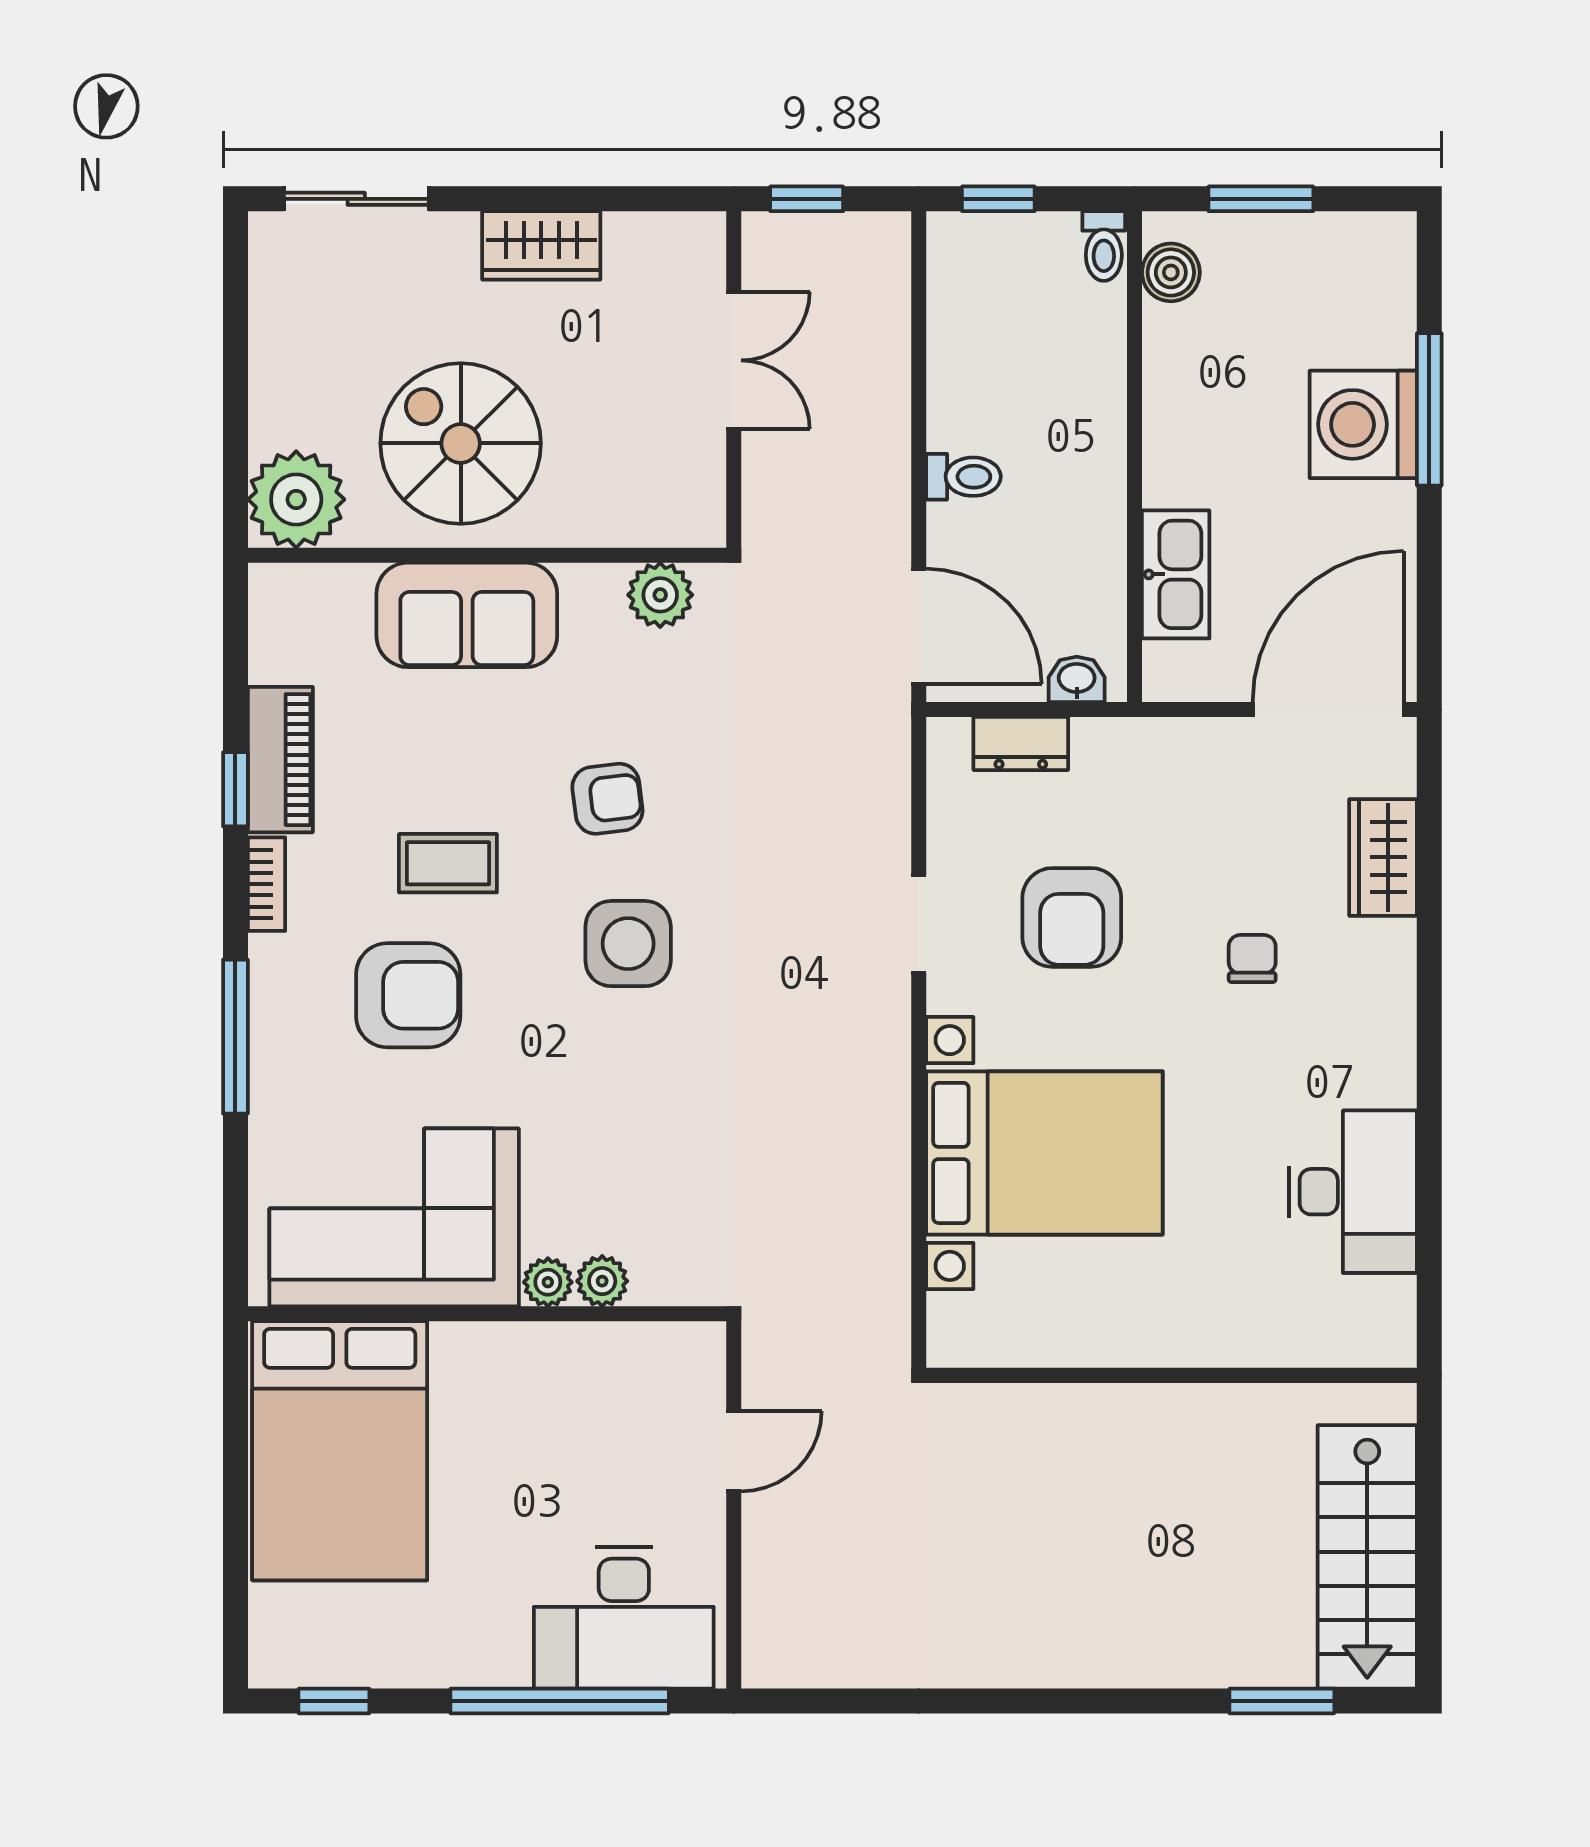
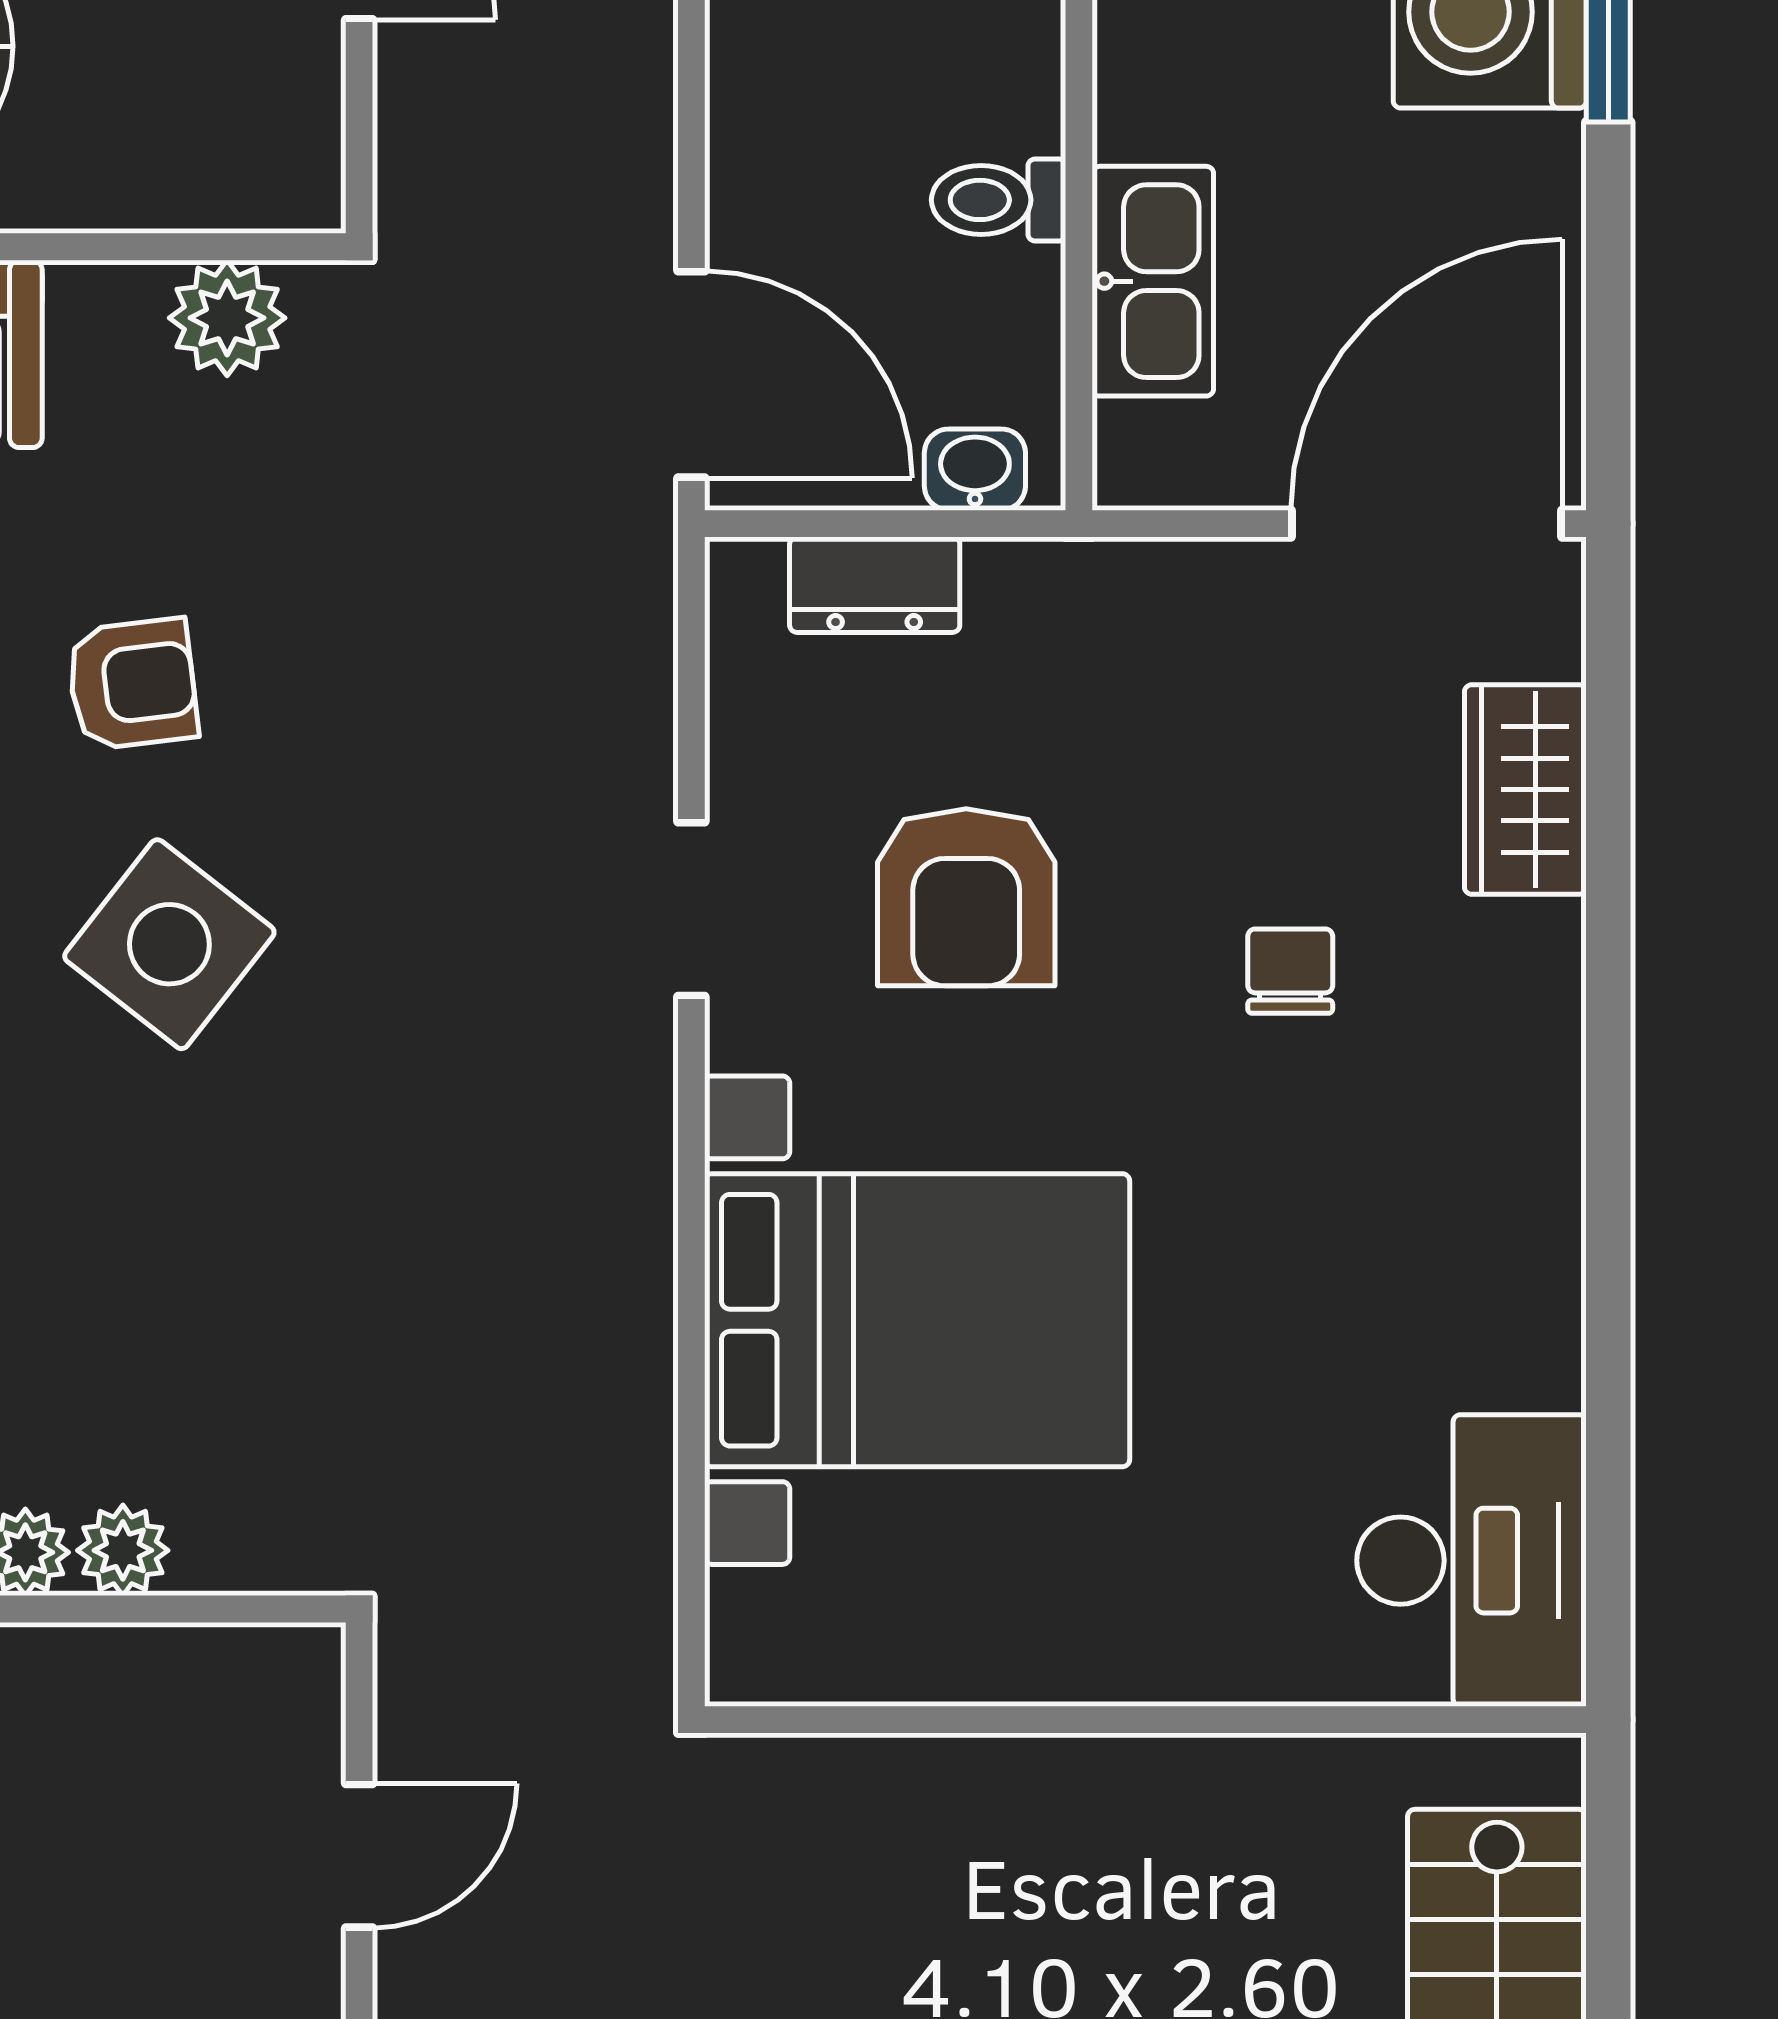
toilet: (963, 477) -> (999, 200), moved, turned 180
side table: (628, 944) -> (169, 944), turned 38
desk: (1353, 1192) -> (1472, 1561), moved

